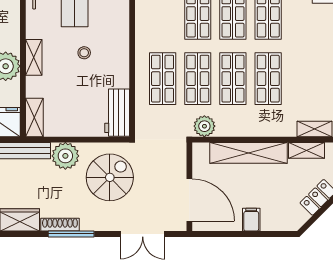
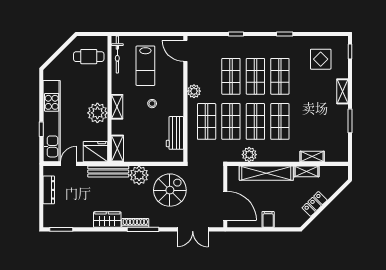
plant: (144, 35) -> (194, 91), added
workbench: (117, 113) -> (175, 133), moved
plant: (204, 126) -> (249, 155), moved

